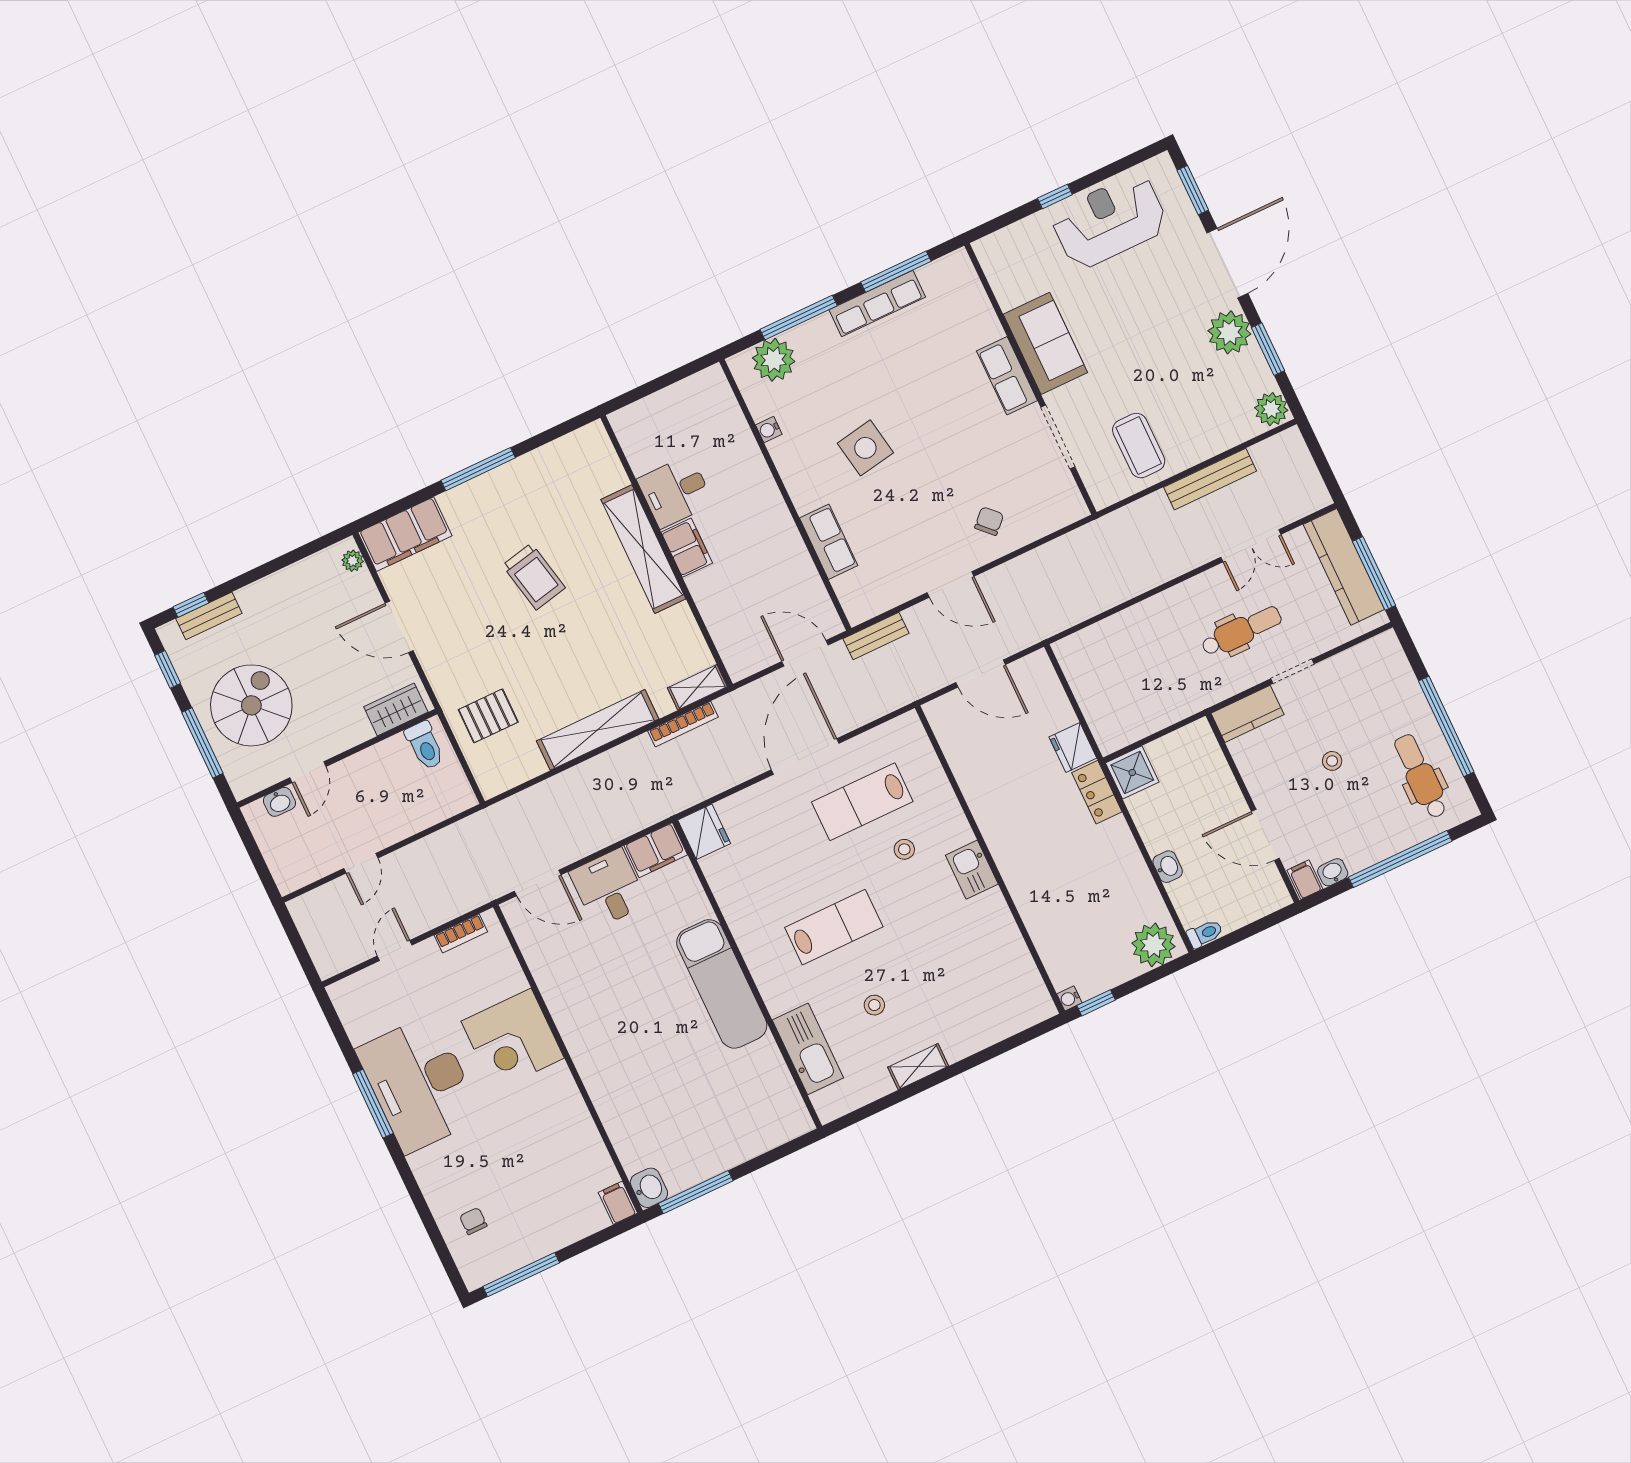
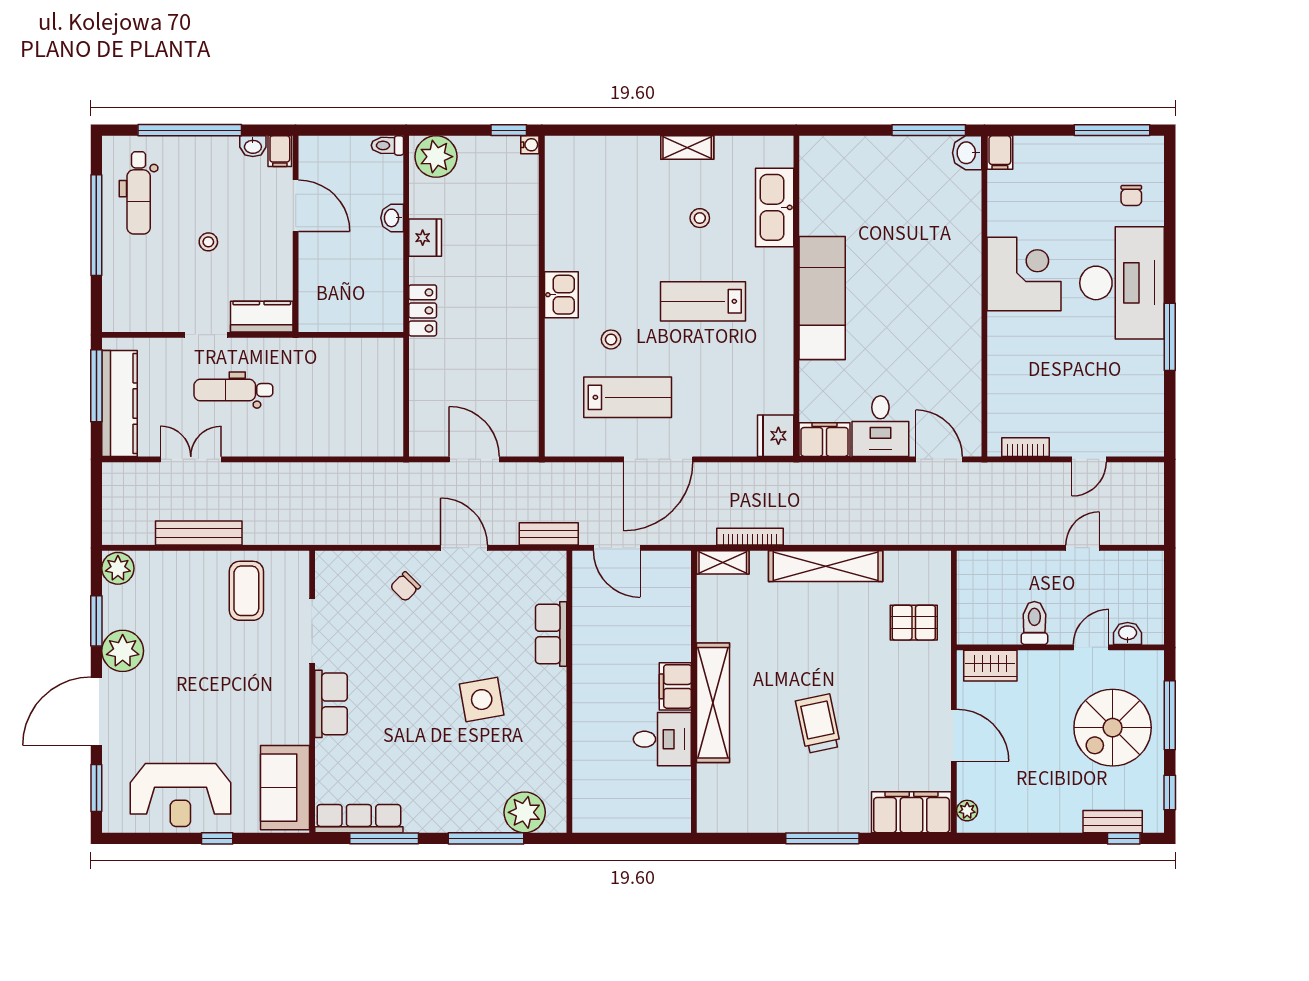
row of seats: (877, 303) -> (359, 819), moved
sofa: (1045, 343) -> (285, 788), moved
water cooler: (769, 430) -> (557, 754), removed
toilet: (425, 745) -> (1034, 623), moved
fridge: (1073, 747) -> (425, 238), moved
shower: (1132, 772) -> (384, 313), removed
corner desk: (513, 1040) -> (1024, 274), moved
desk: (419, 1084) -> (1122, 283), moved

